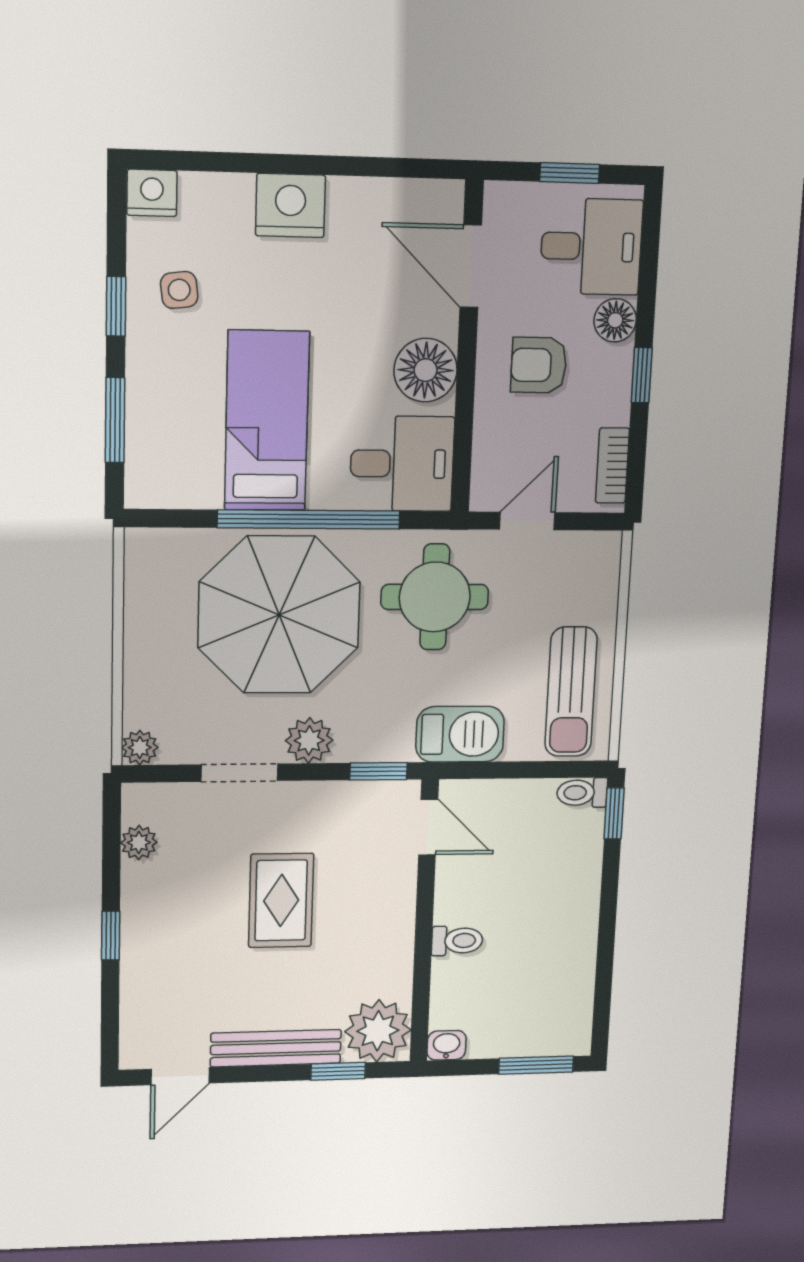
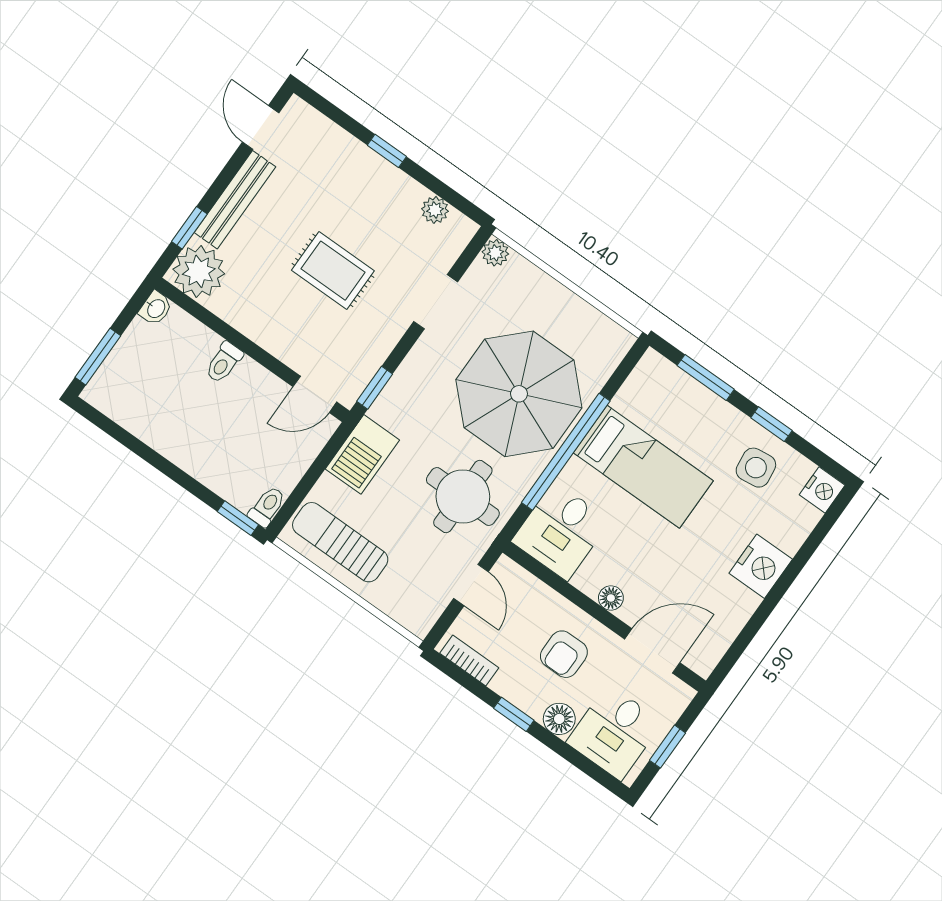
side table: (179, 290) -> (756, 468), width x1.37, depth x1.37
armchair: (539, 365) -> (564, 654), turned 180
floor lamp: (426, 370) -> (611, 598), width x0.53, depth x0.53
plant: (309, 740) -> (426, 358), removed

